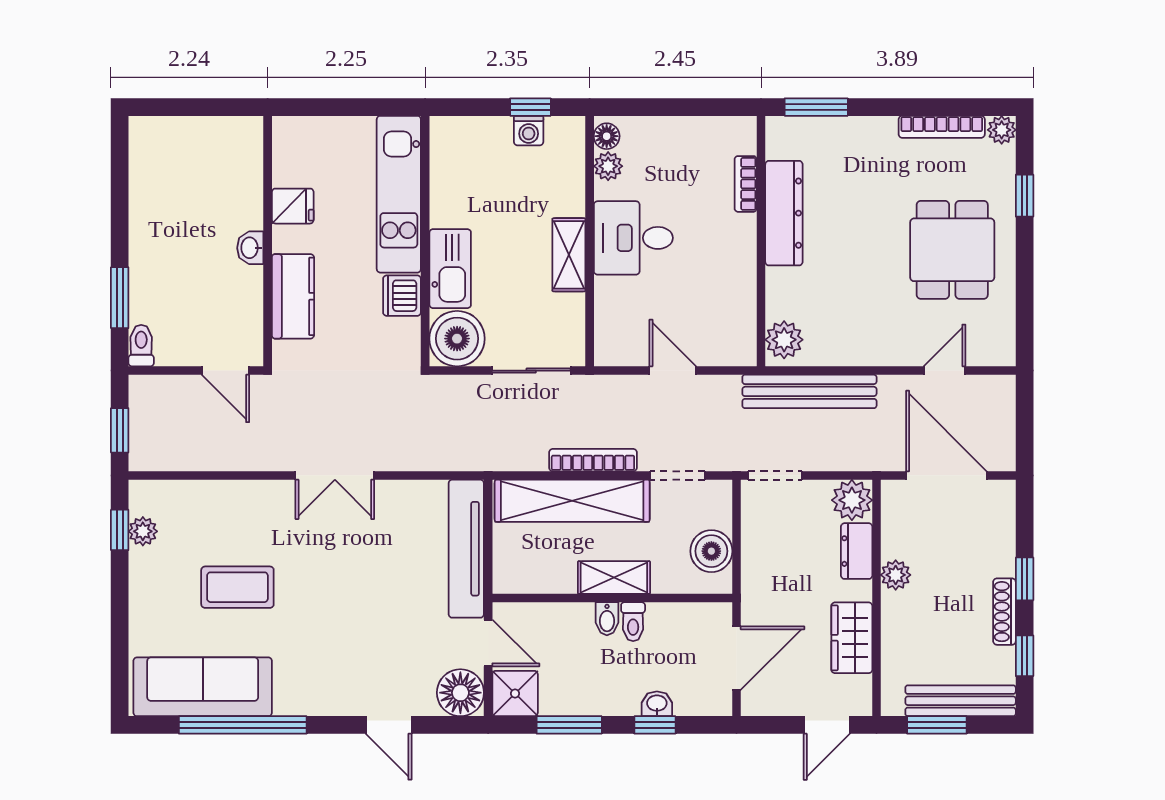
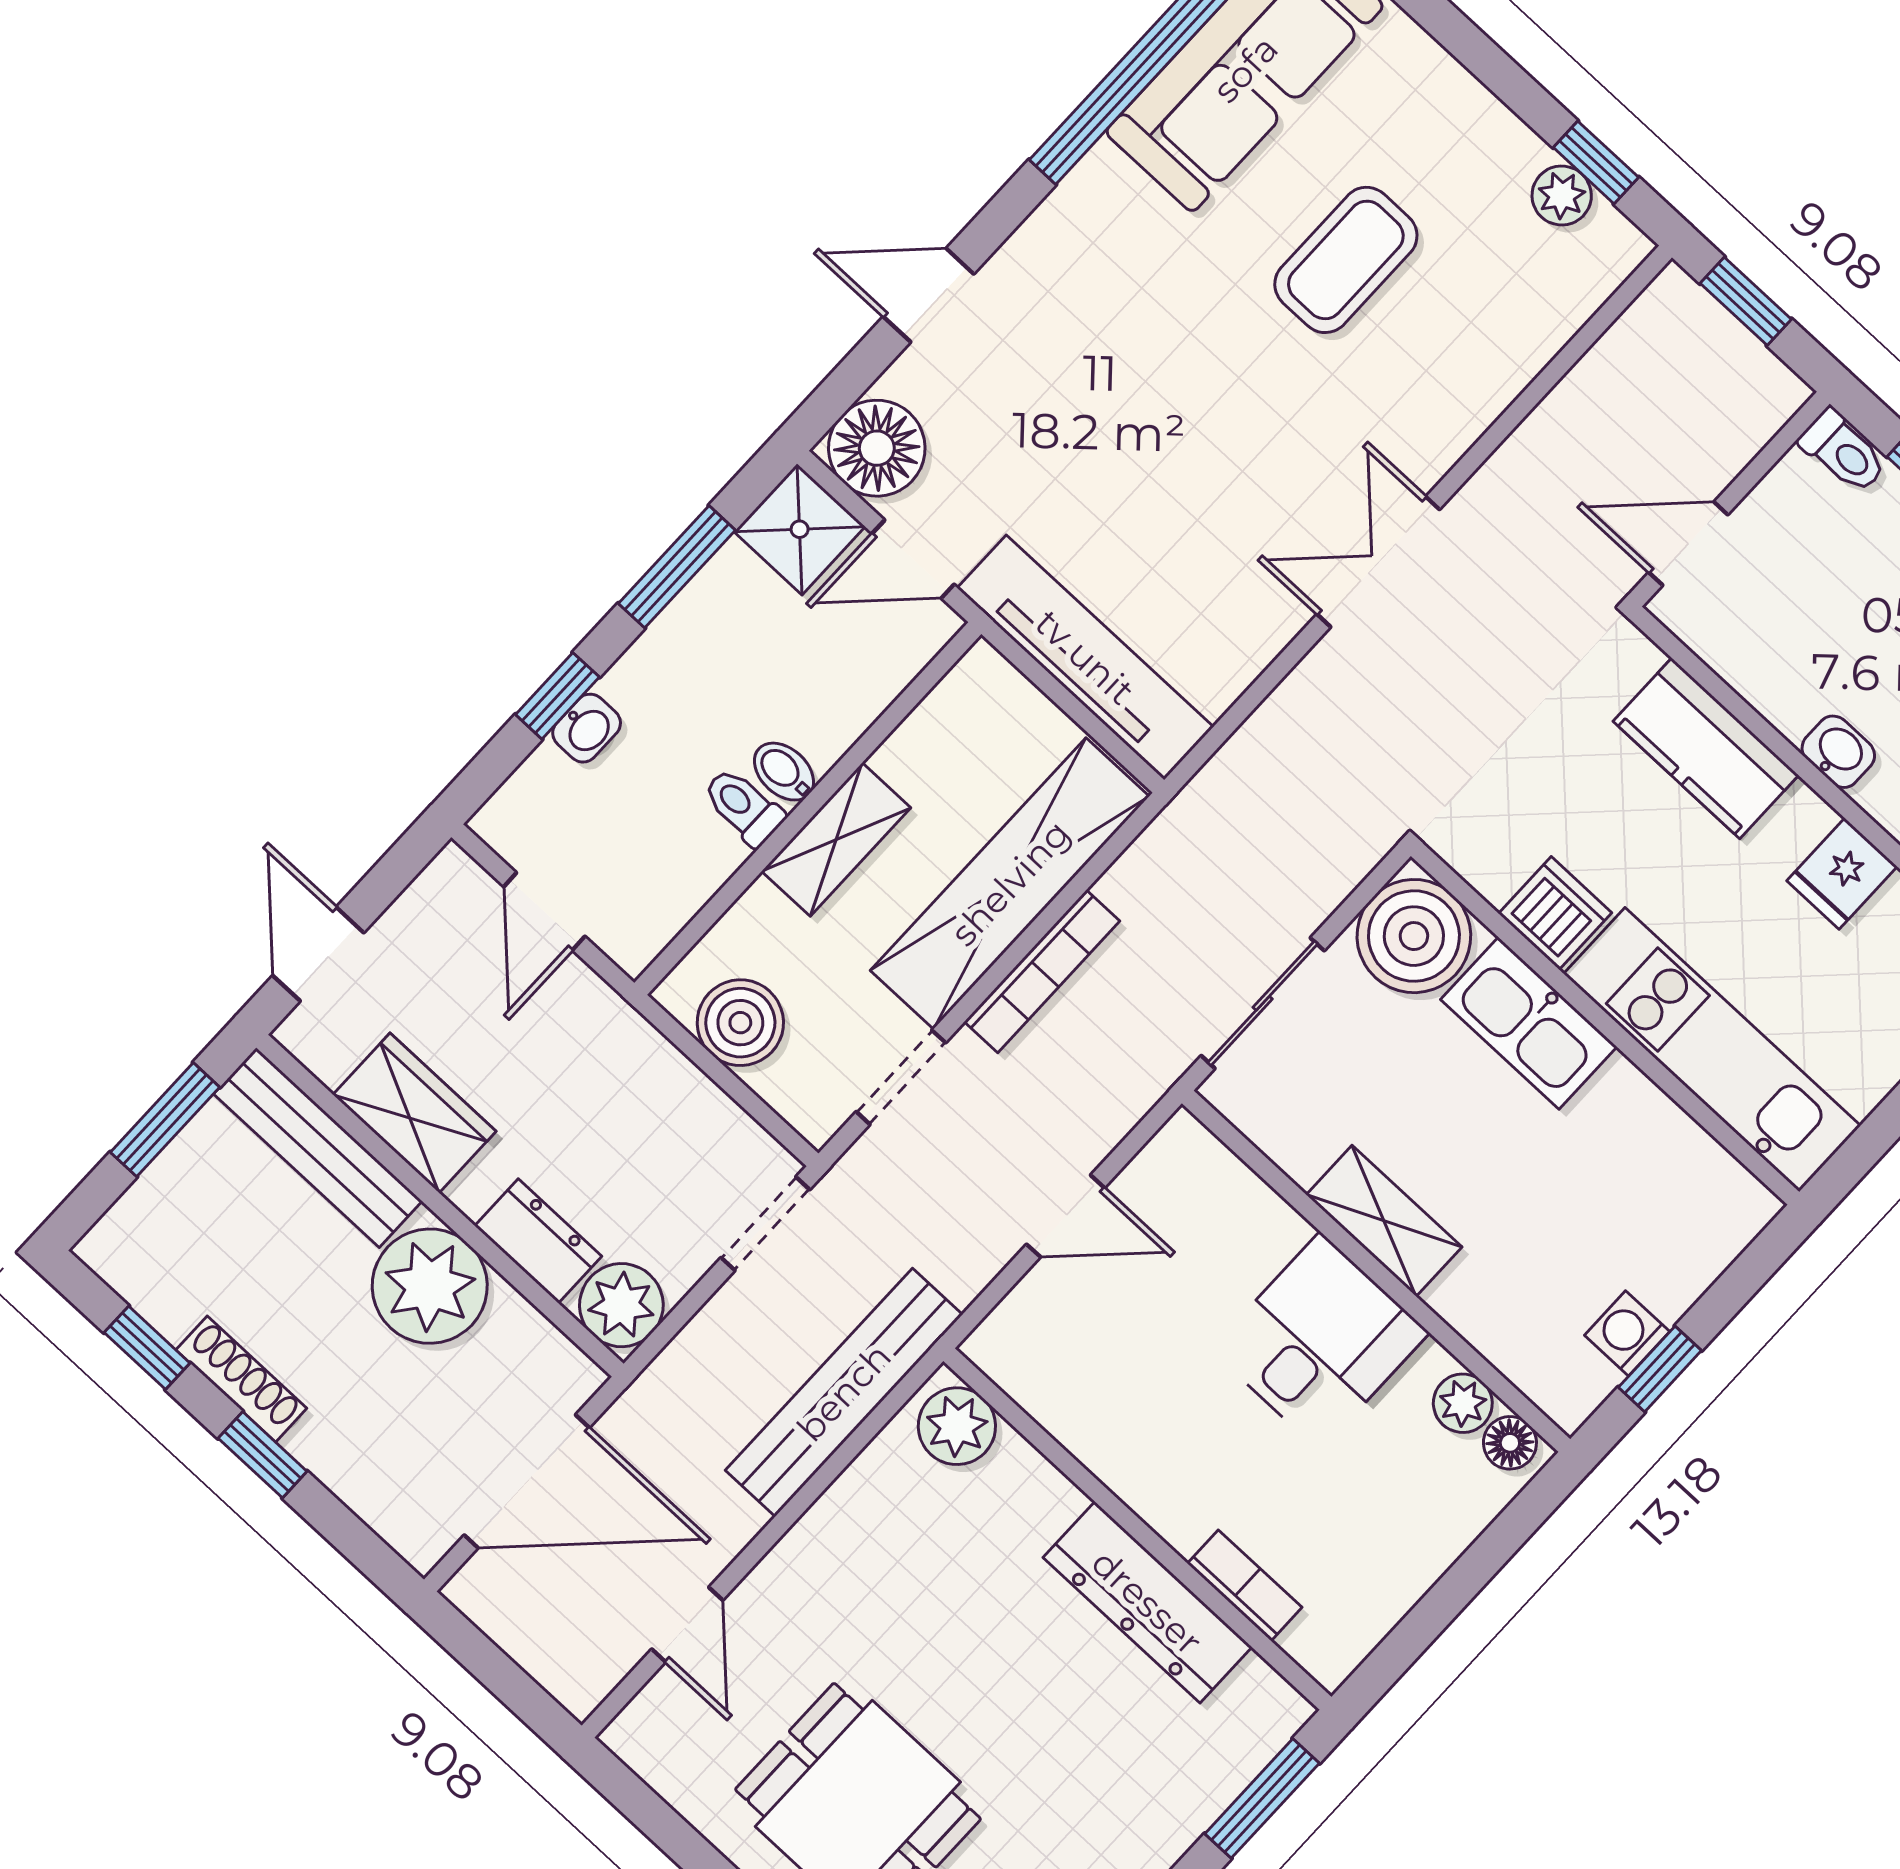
plant: (896, 575) -> (430, 1286), width x1.88, depth x1.88
door: (737, 658) -> (544, 911), width x0.73
bench: (961, 701) -> (318, 1147), moved, turned 90

